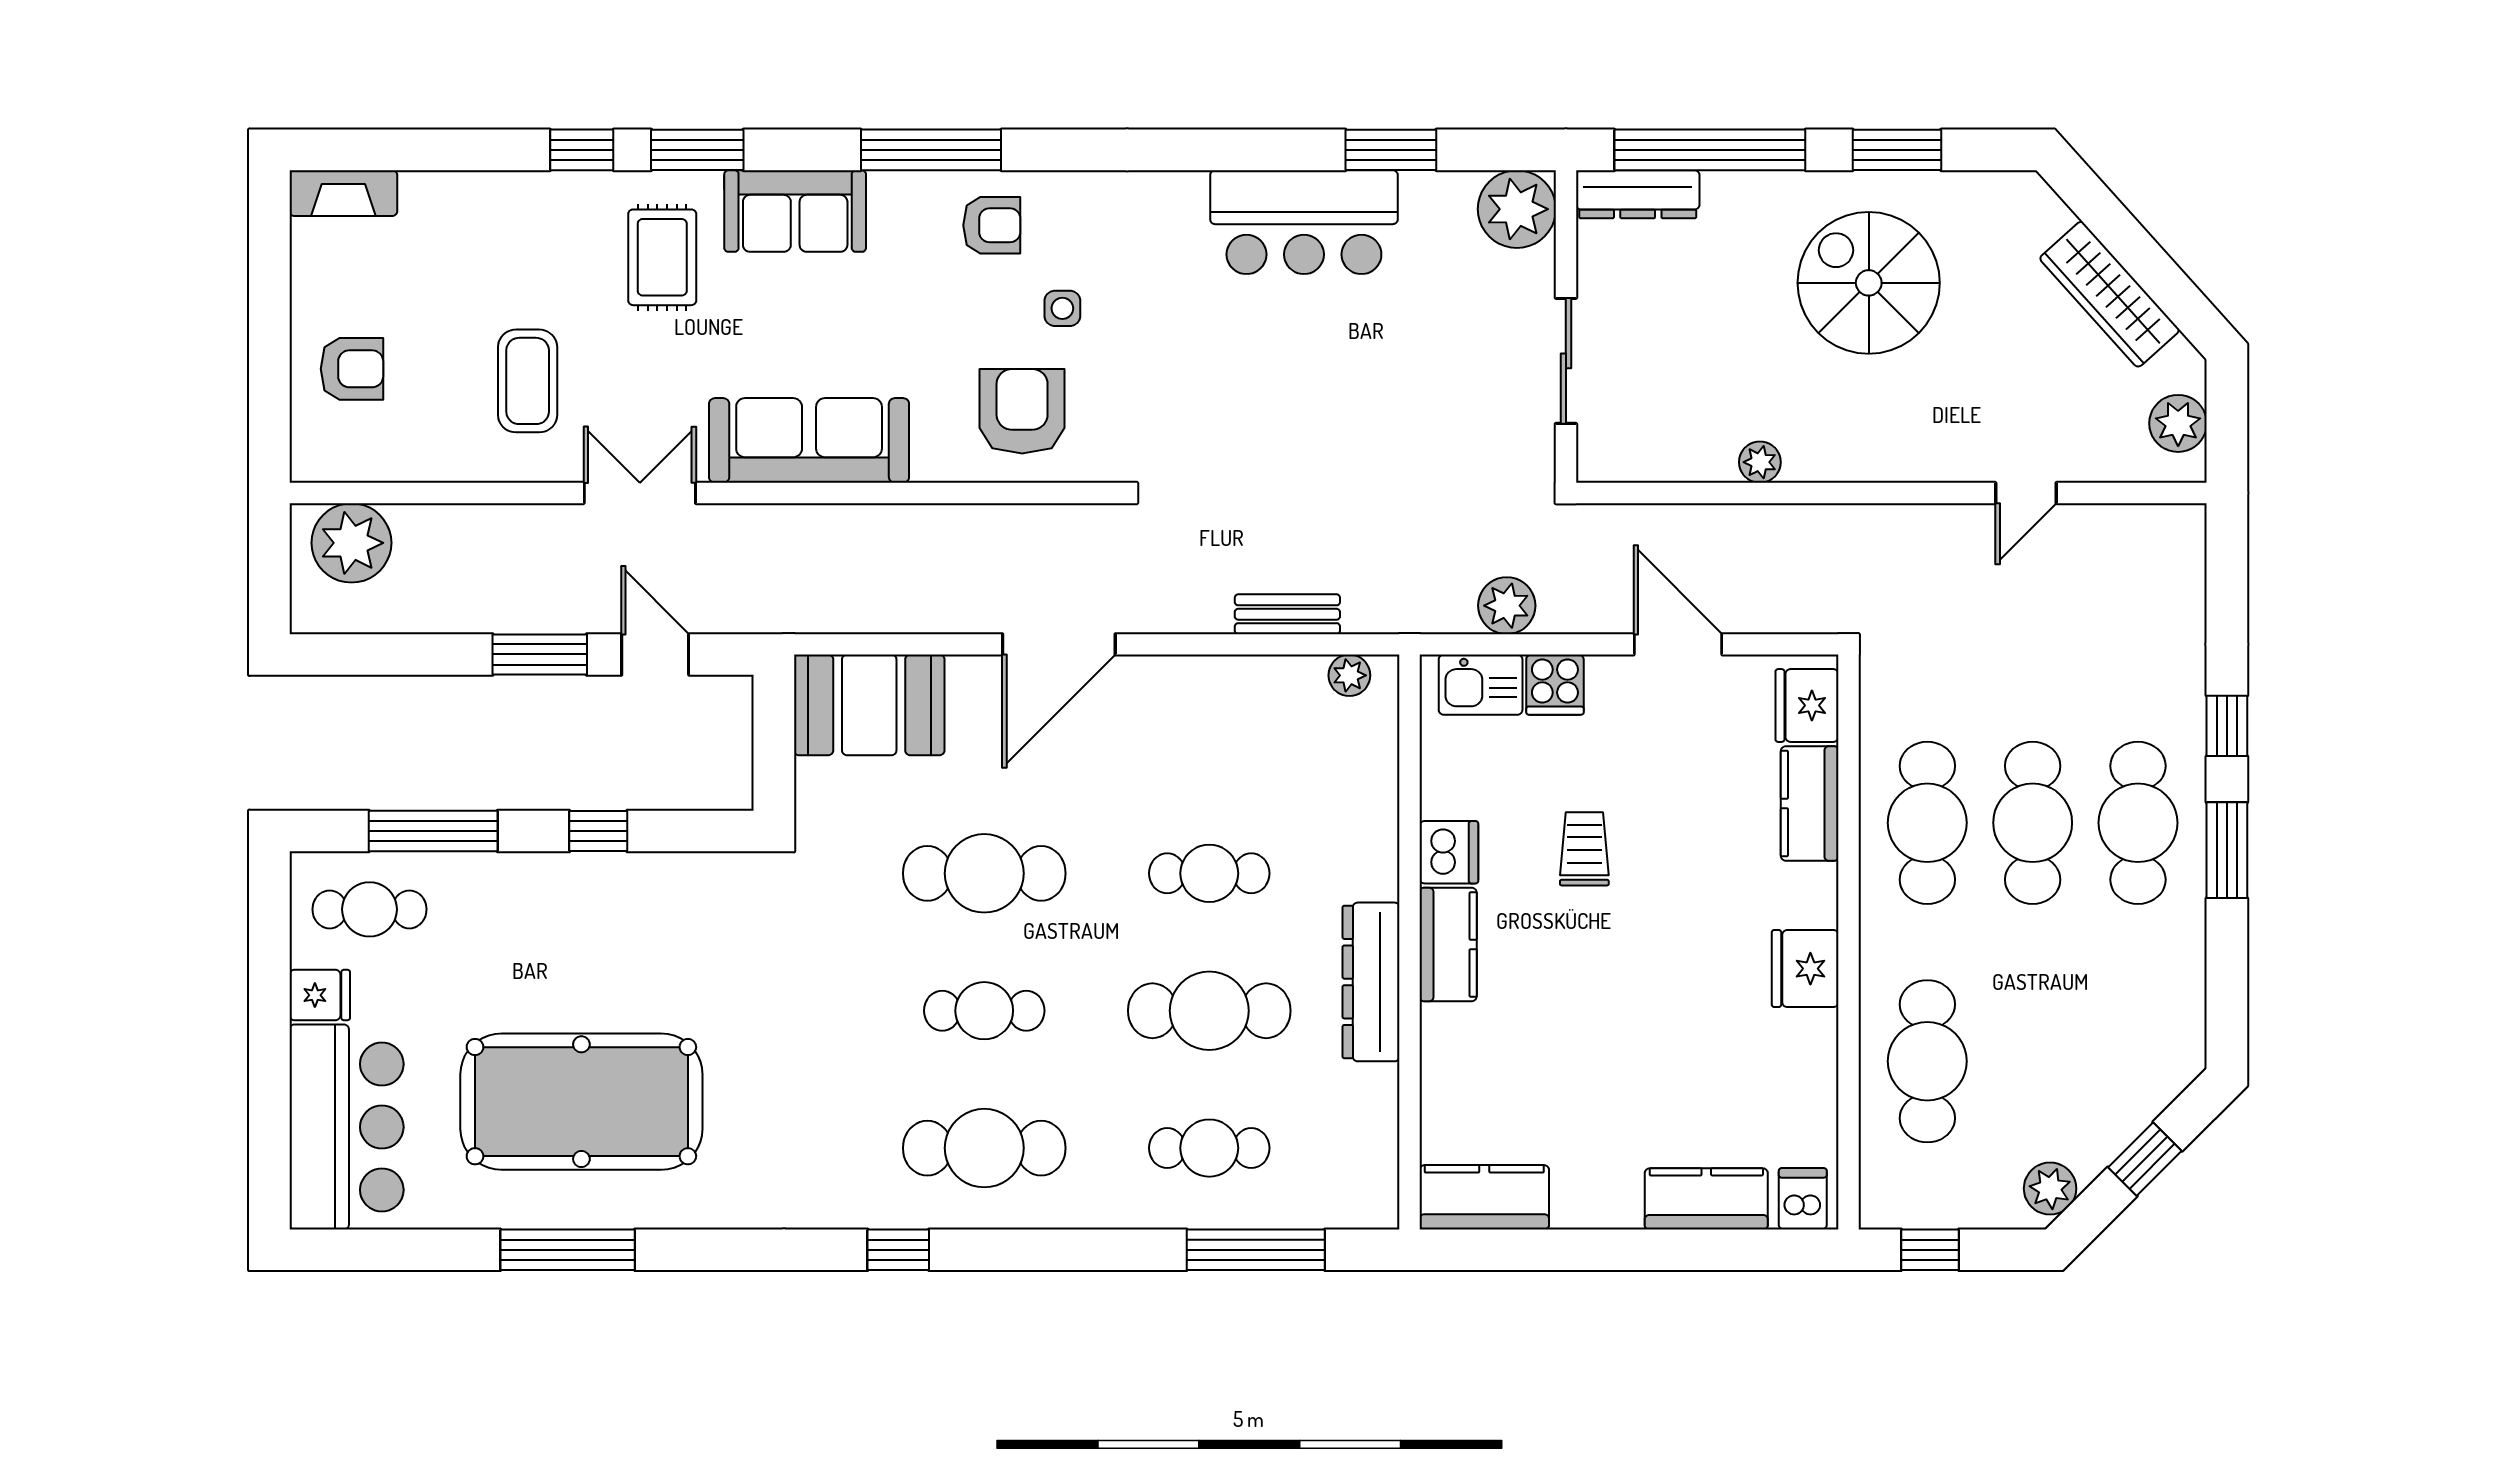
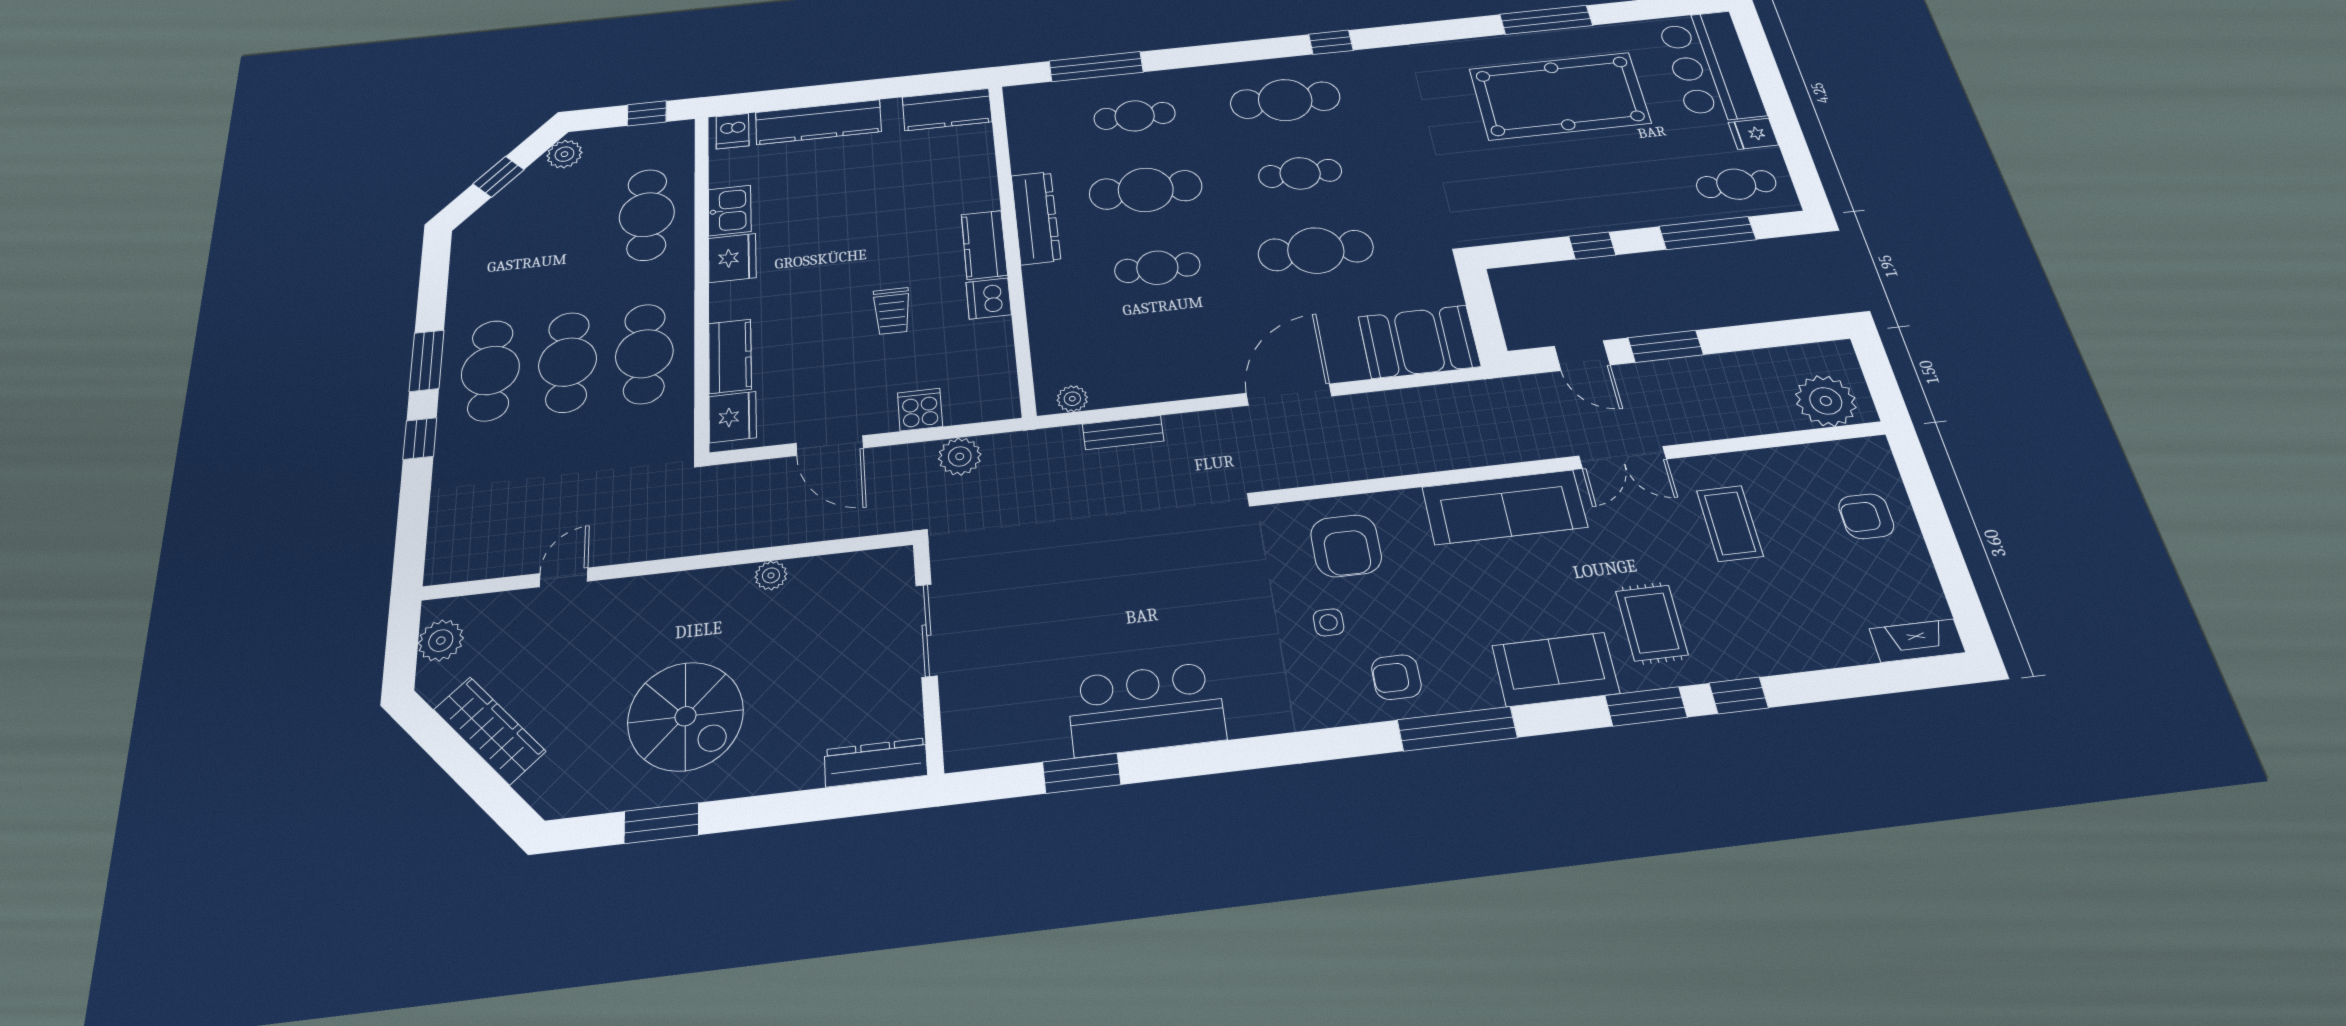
window: (1710, 150) -> (818, 805), removed
plant: (1517, 209) -> (974, 739), removed
kitchen sink: (1481, 685) -> (730, 210), moved, turned 90
kitchen counter: (1706, 1199) -> (818, 122), width x1.50

